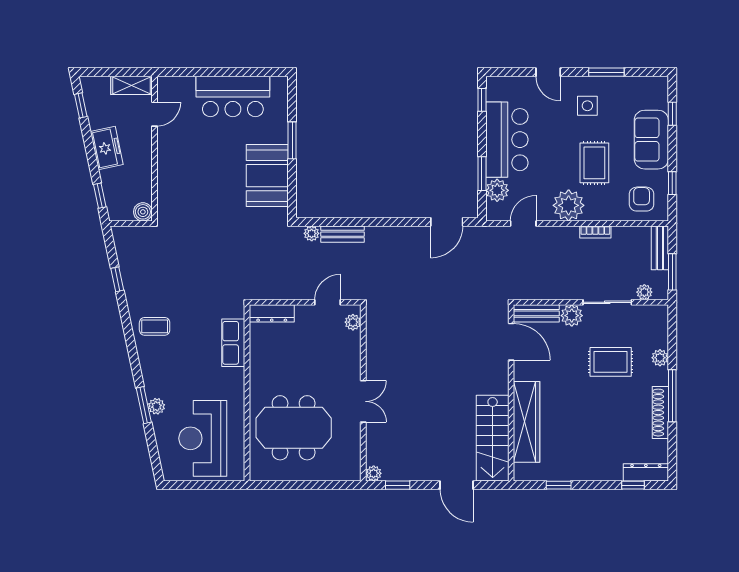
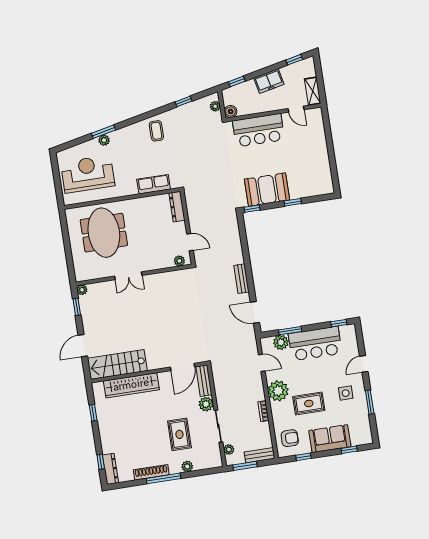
bar counter: (233, 96) -> (258, 130), moved, turned -90
window: (292, 140) -> (293, 202), width x0.67
window: (292, 202) -> (252, 209), added
plant: (312, 233) -> (215, 106), moved
bench: (342, 234) -> (241, 279), moved

